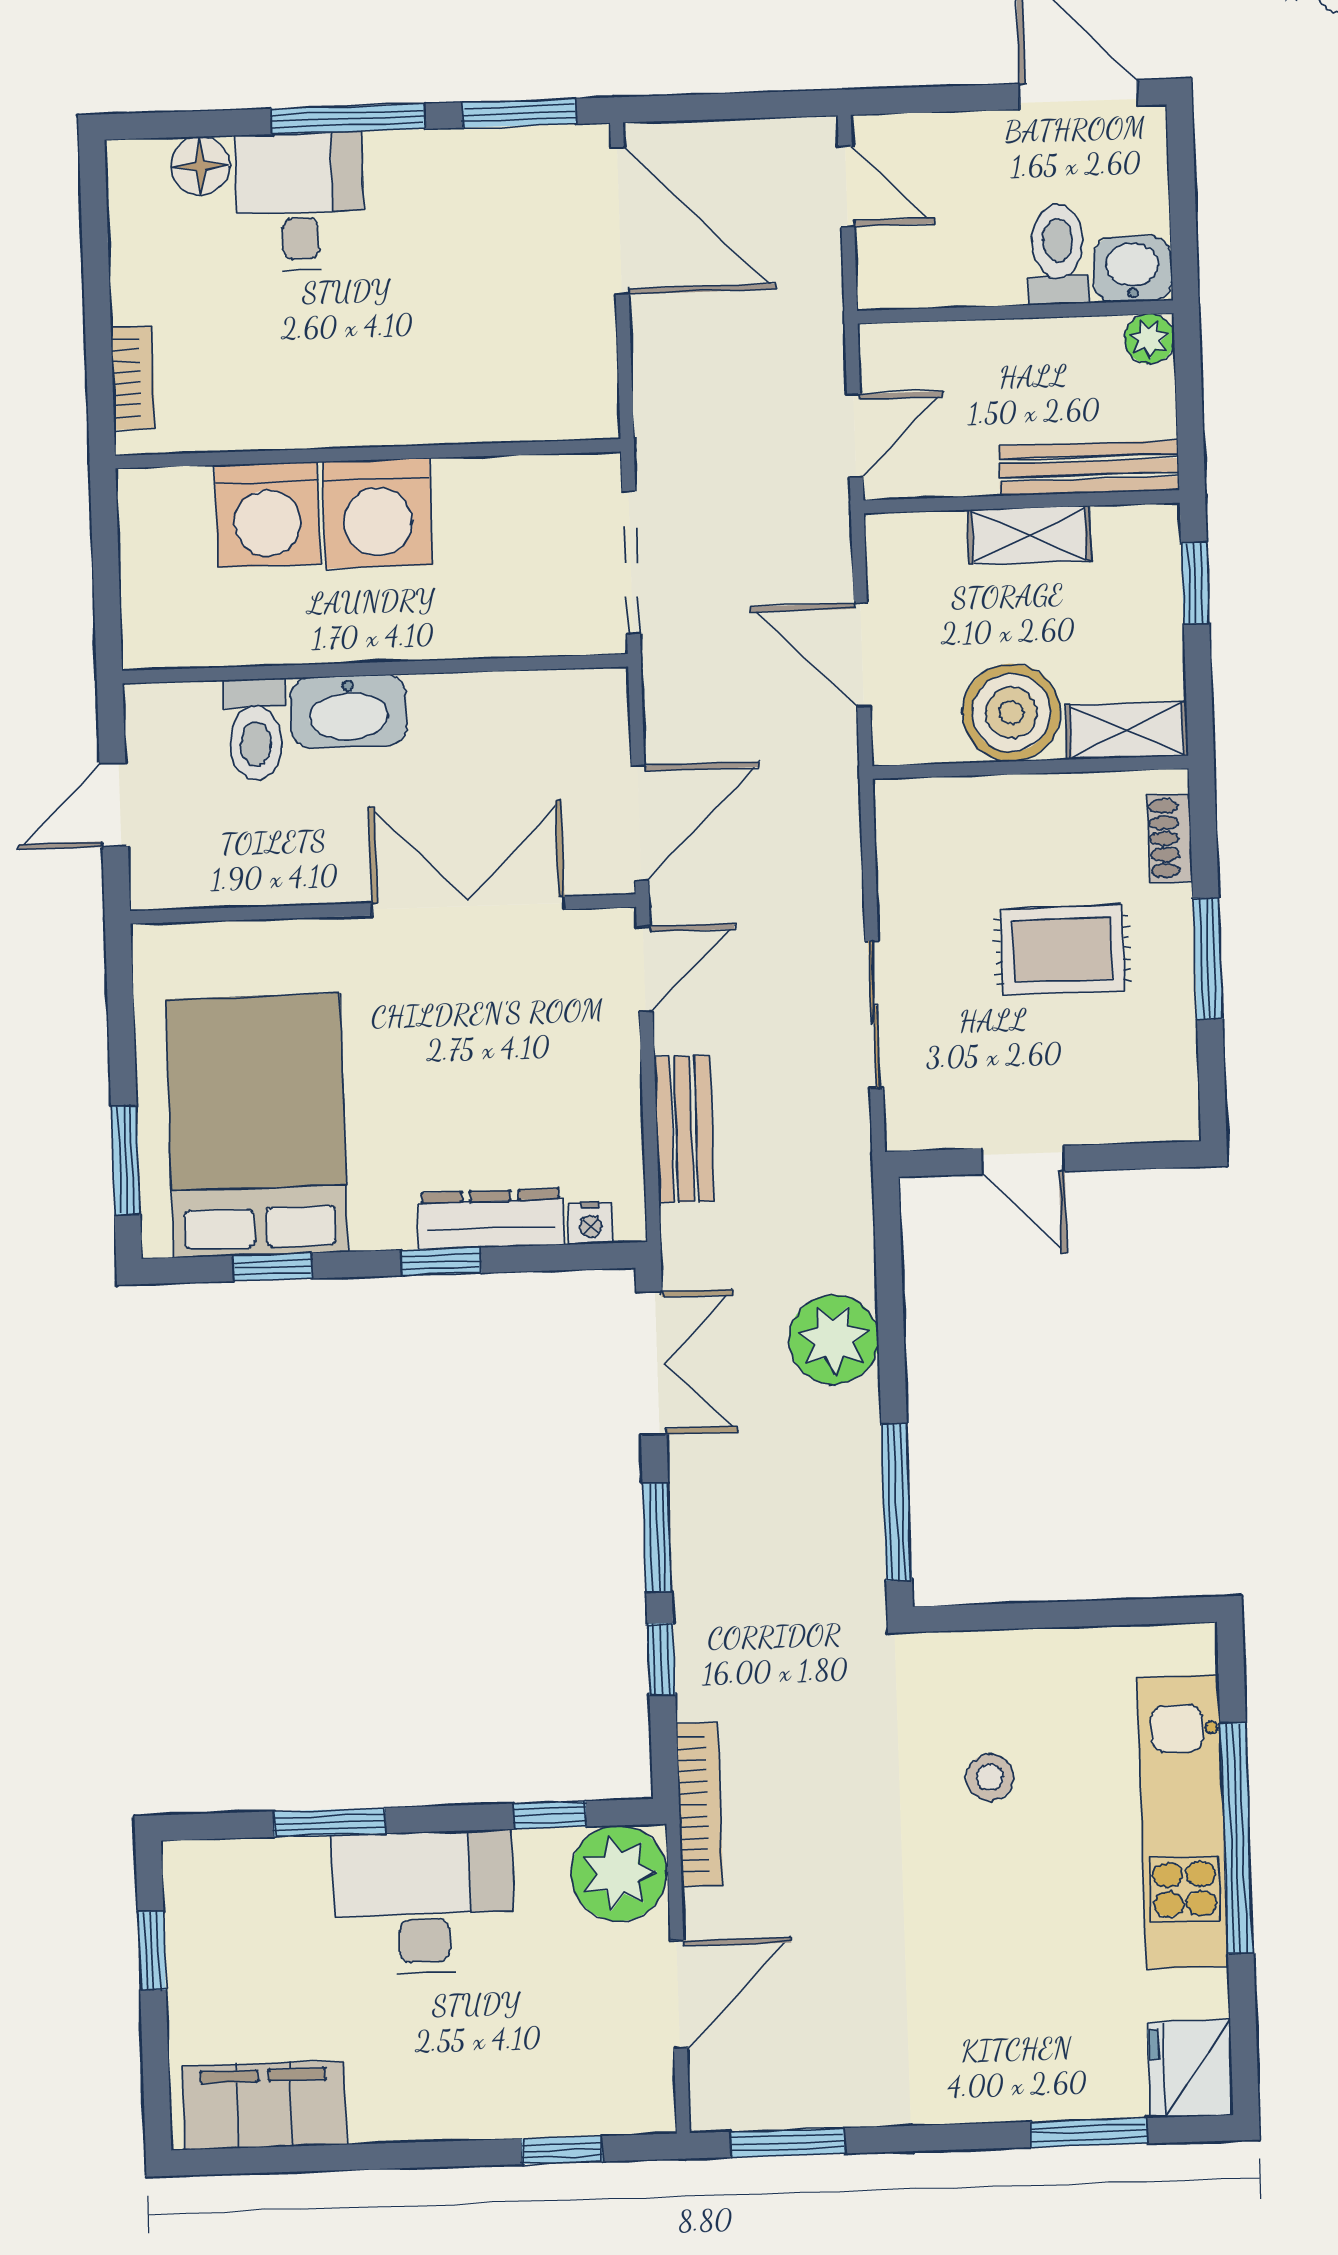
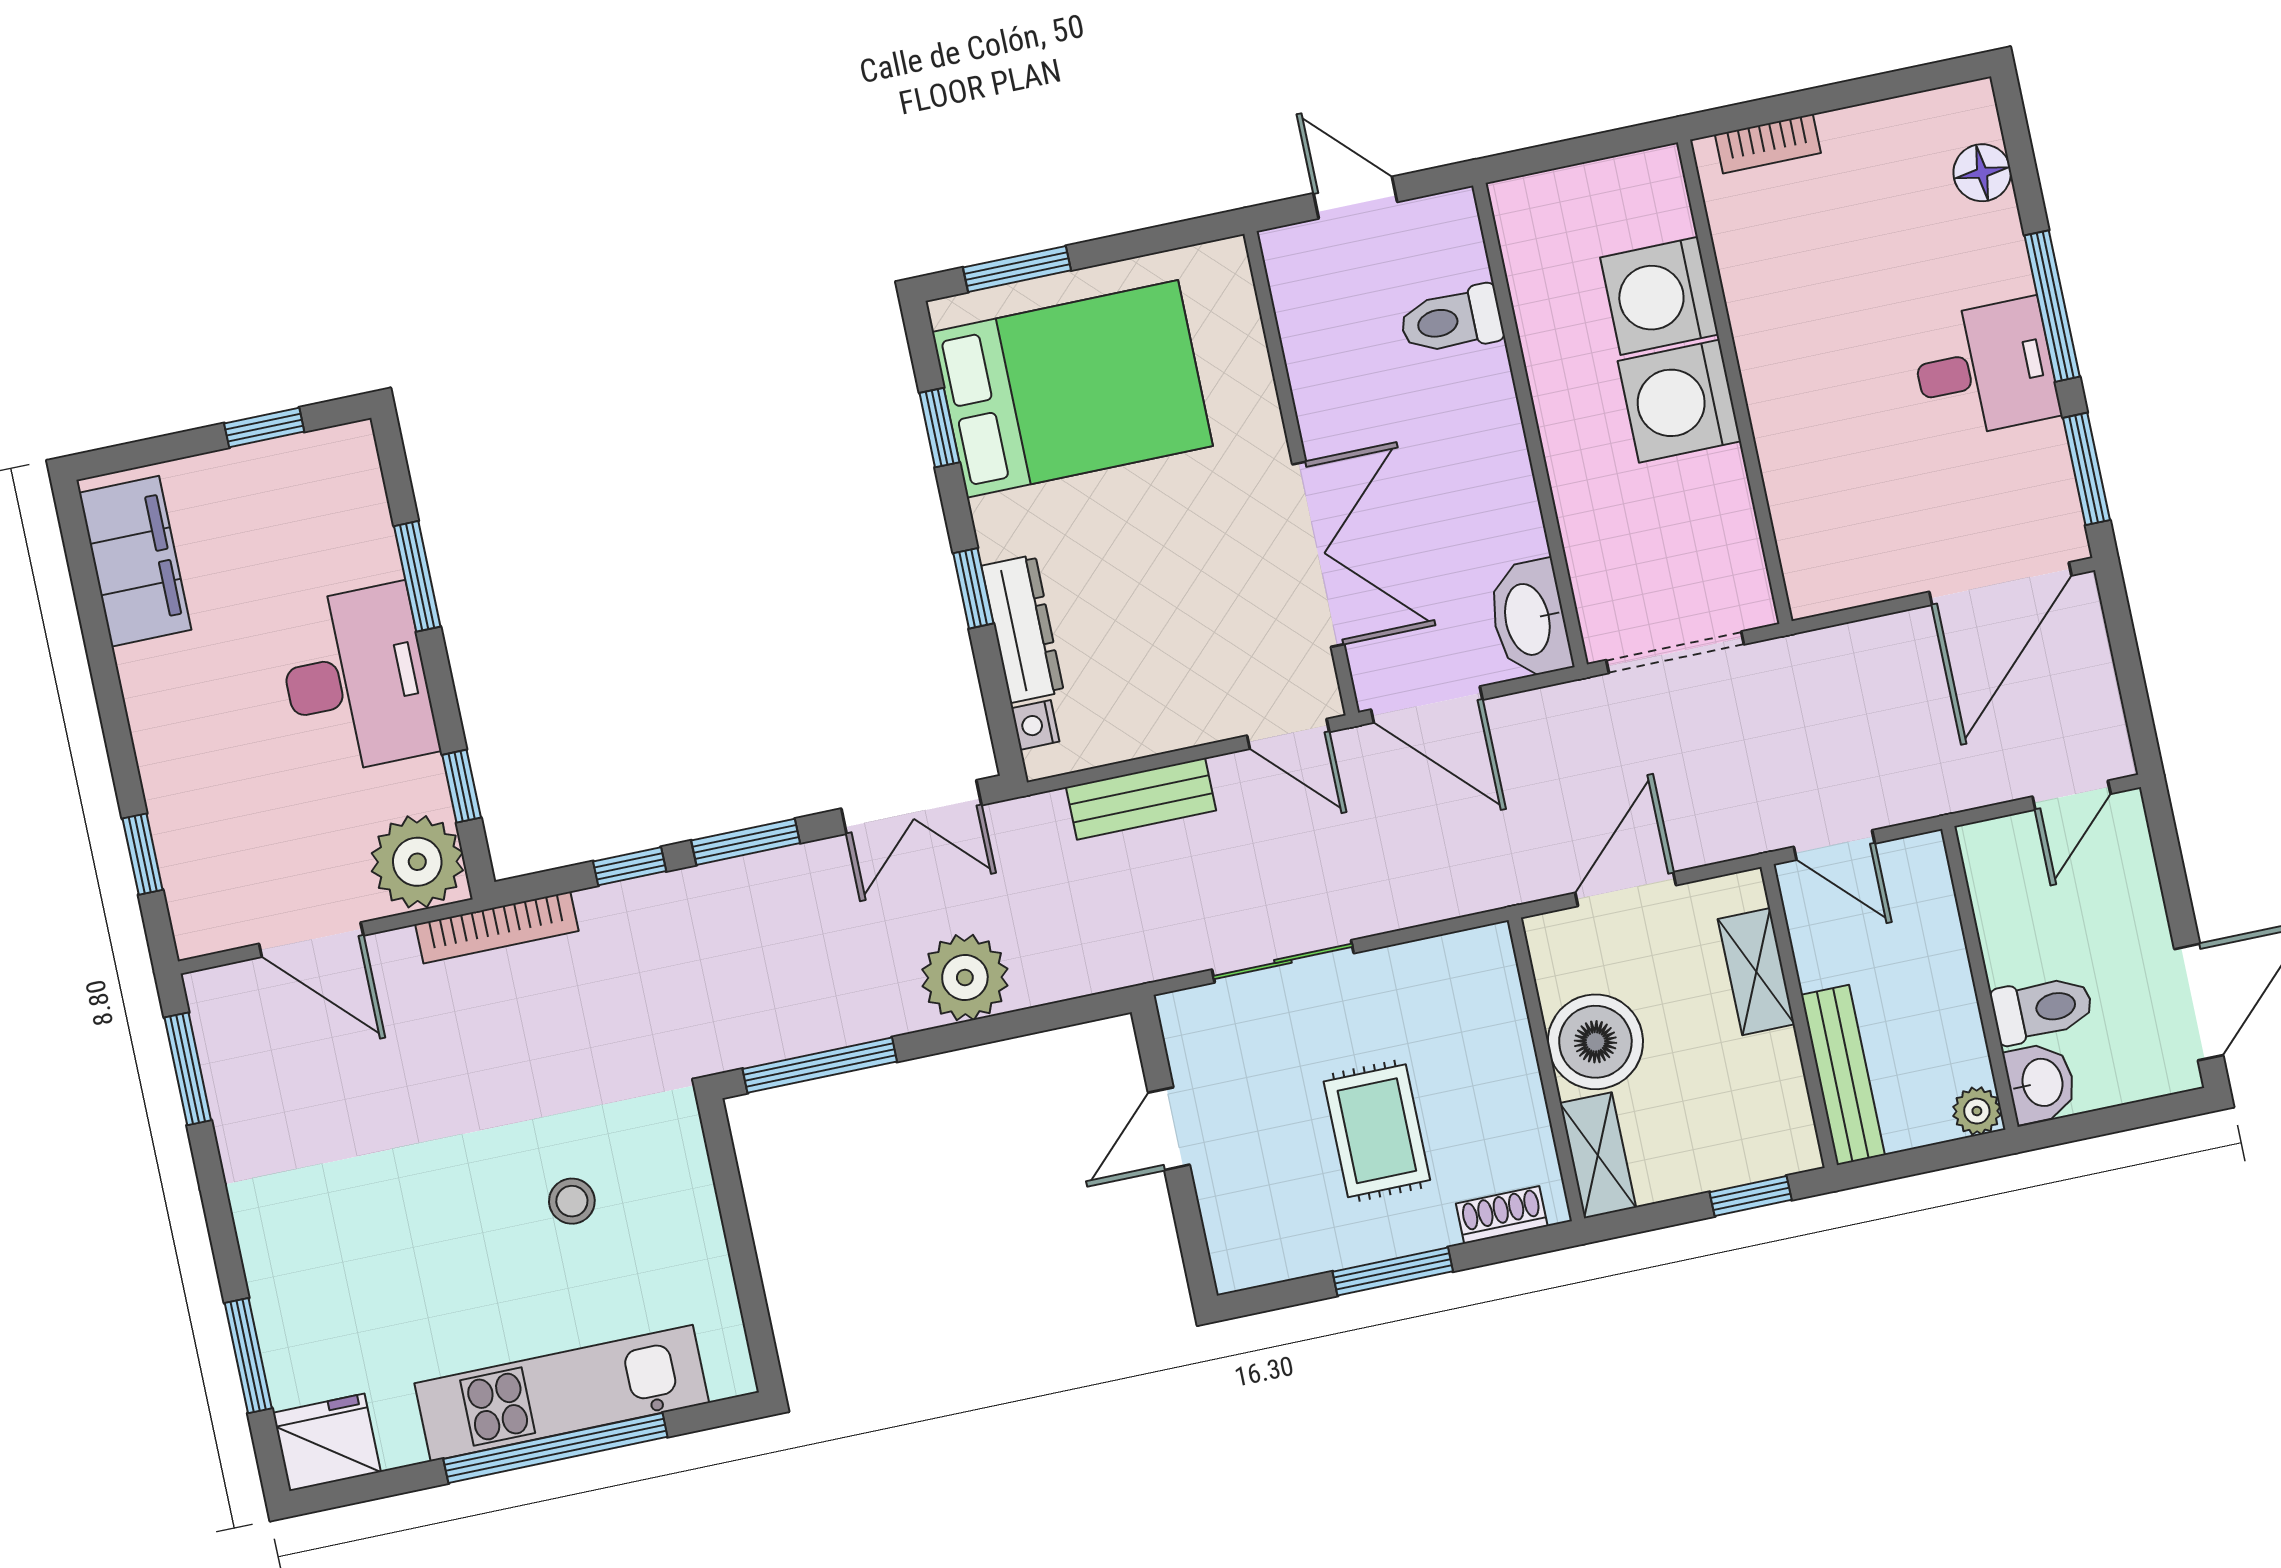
desk: (300, 202) -> (1985, 369), moved
shelving: (1029, 535) -> (1756, 972), moved
washbasin: (349, 711) -> (1529, 619), moved

